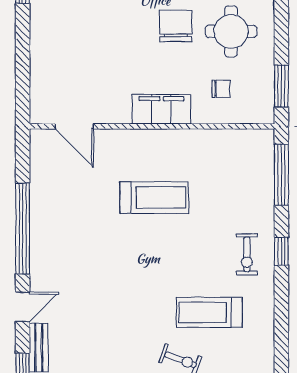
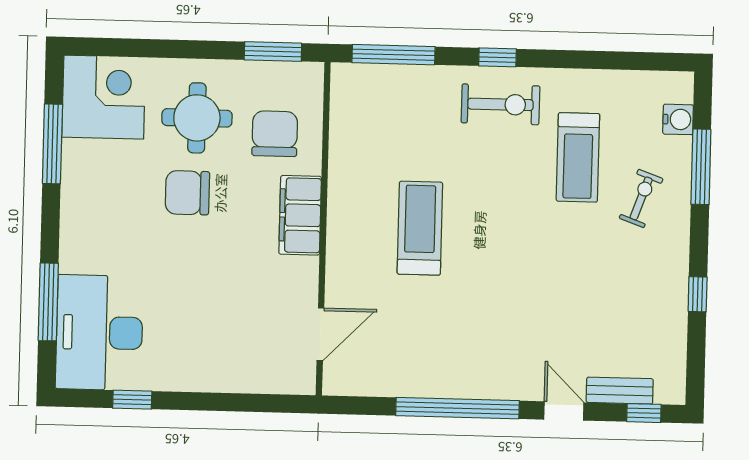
chair: (221, 89) -> (275, 134), width x1.87, depth x1.87
exercise bike: (247, 254) -> (500, 104), width x1.38, depth x1.39

